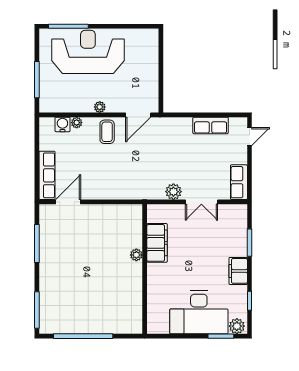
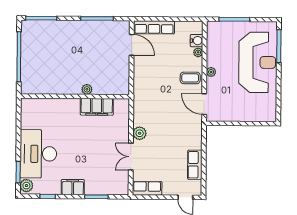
filing cabinet: (157, 243) -> (97, 107), moved
plant: (136, 255) -> (87, 89), moved
wall: (145, 269) -> (75, 96), moved

